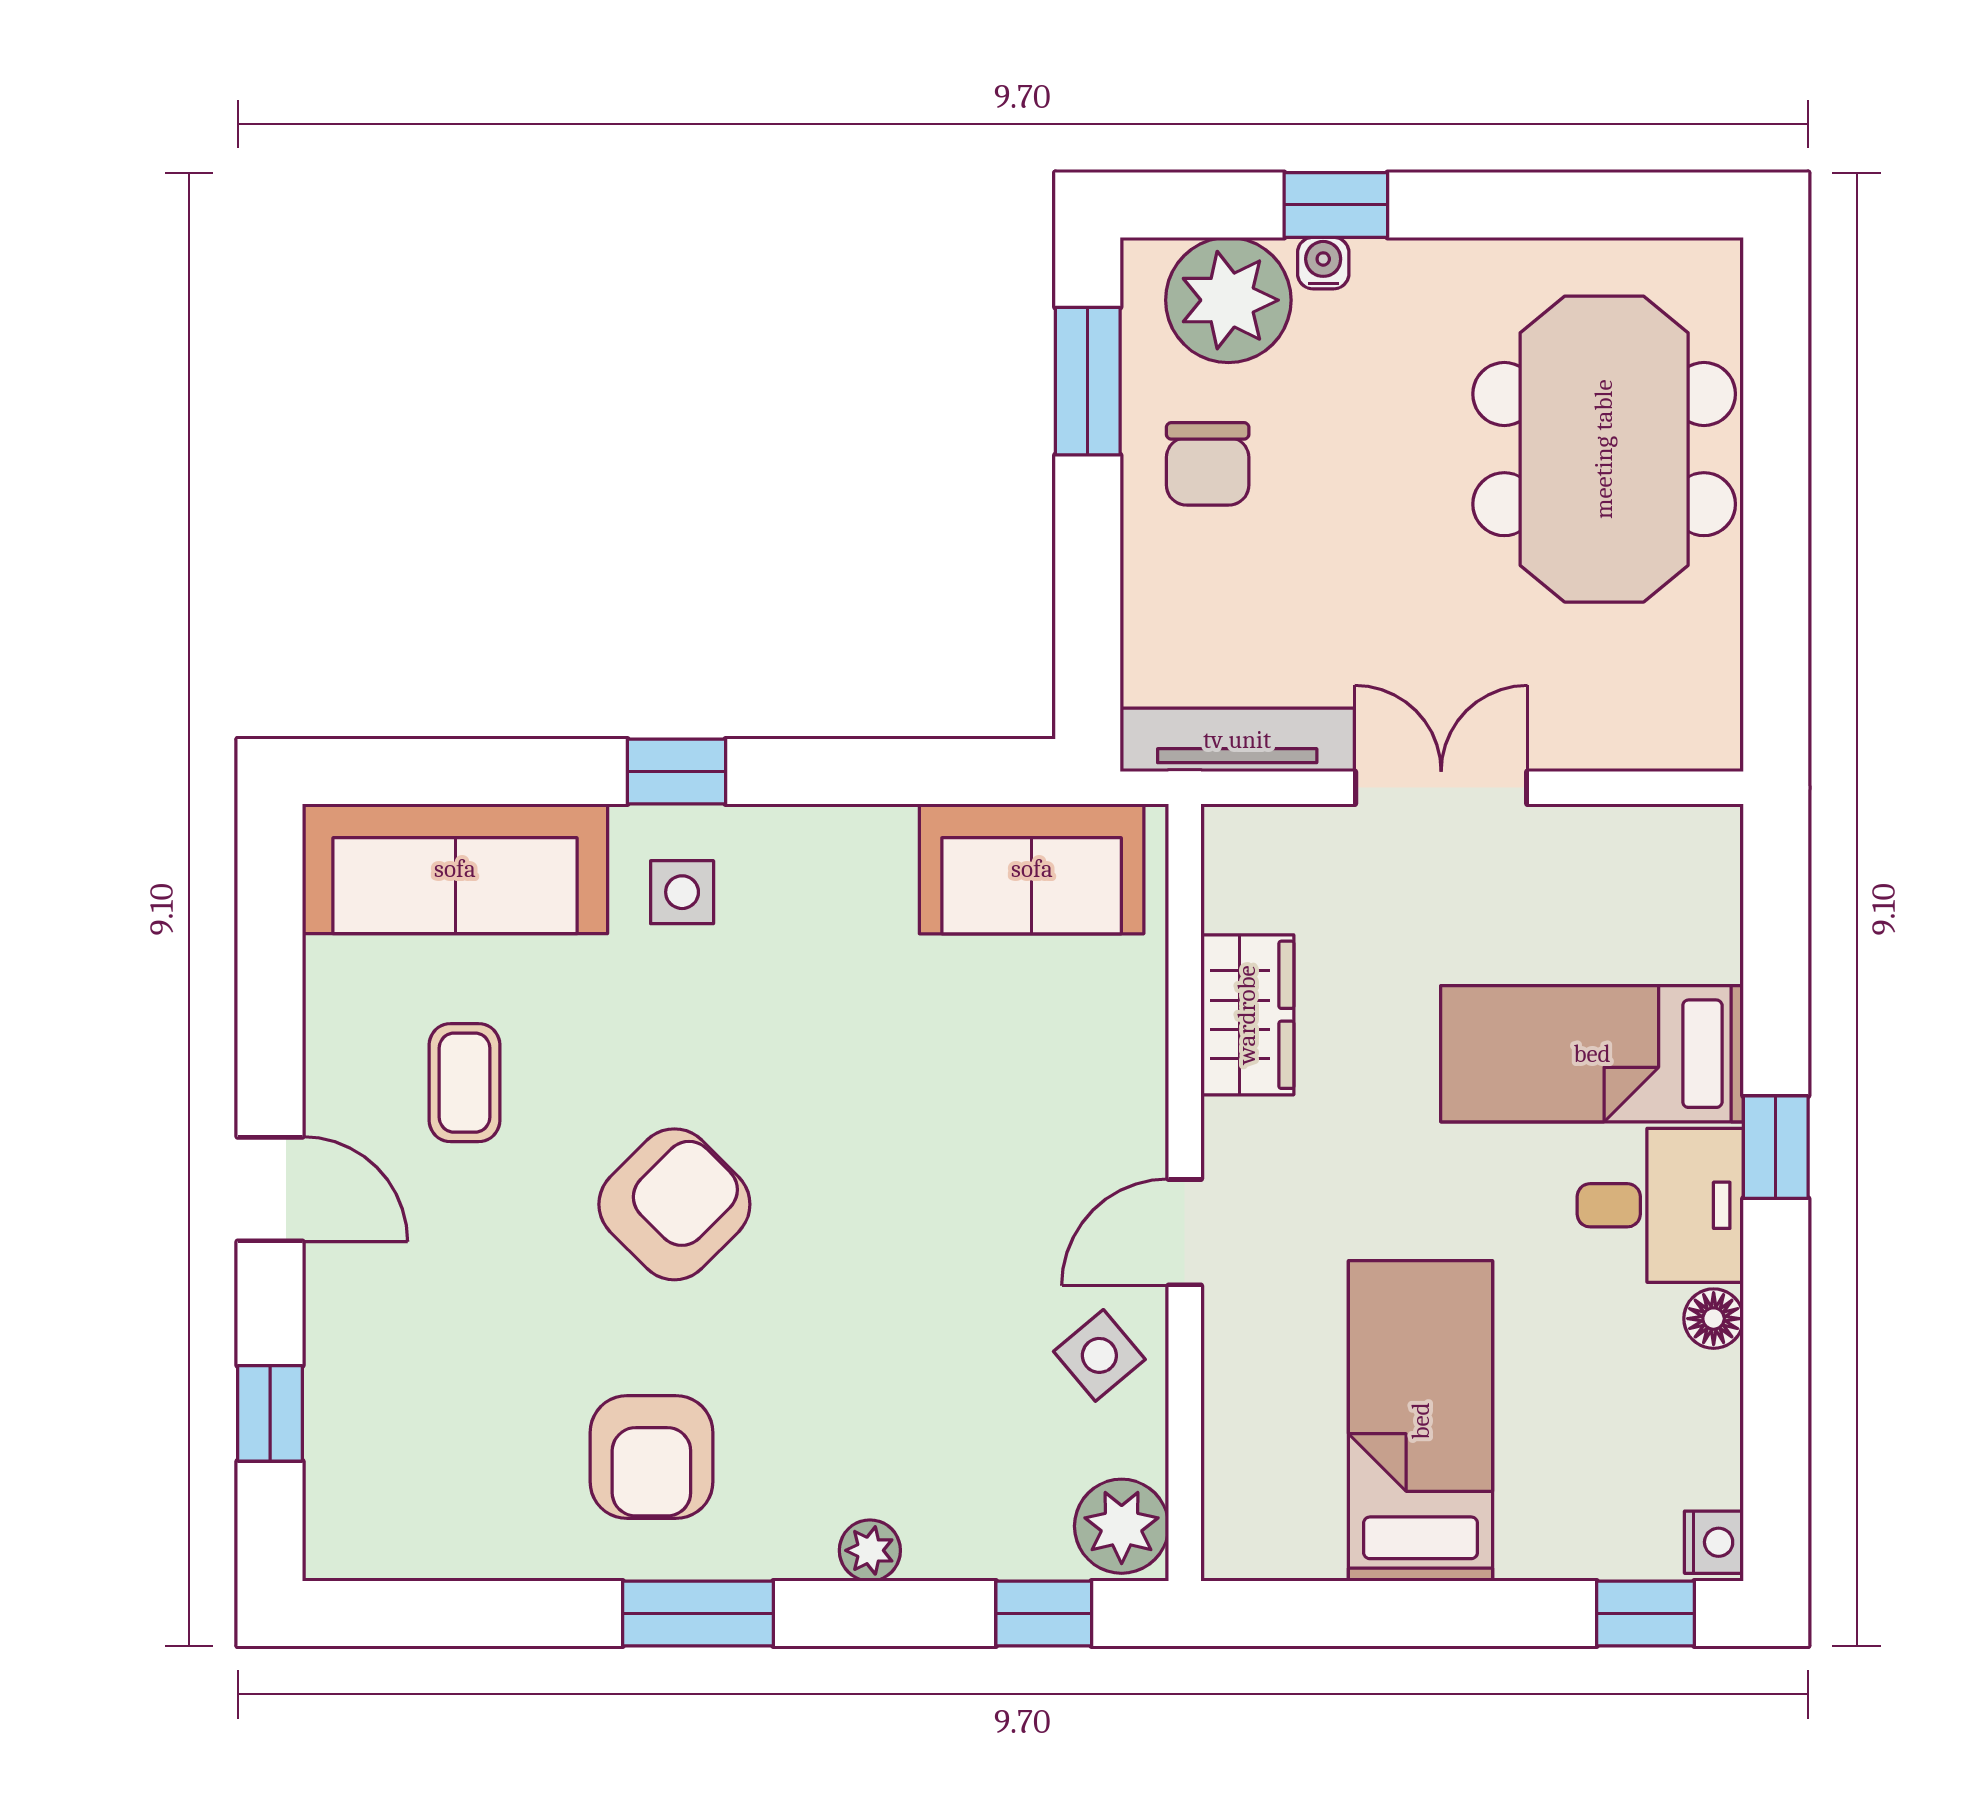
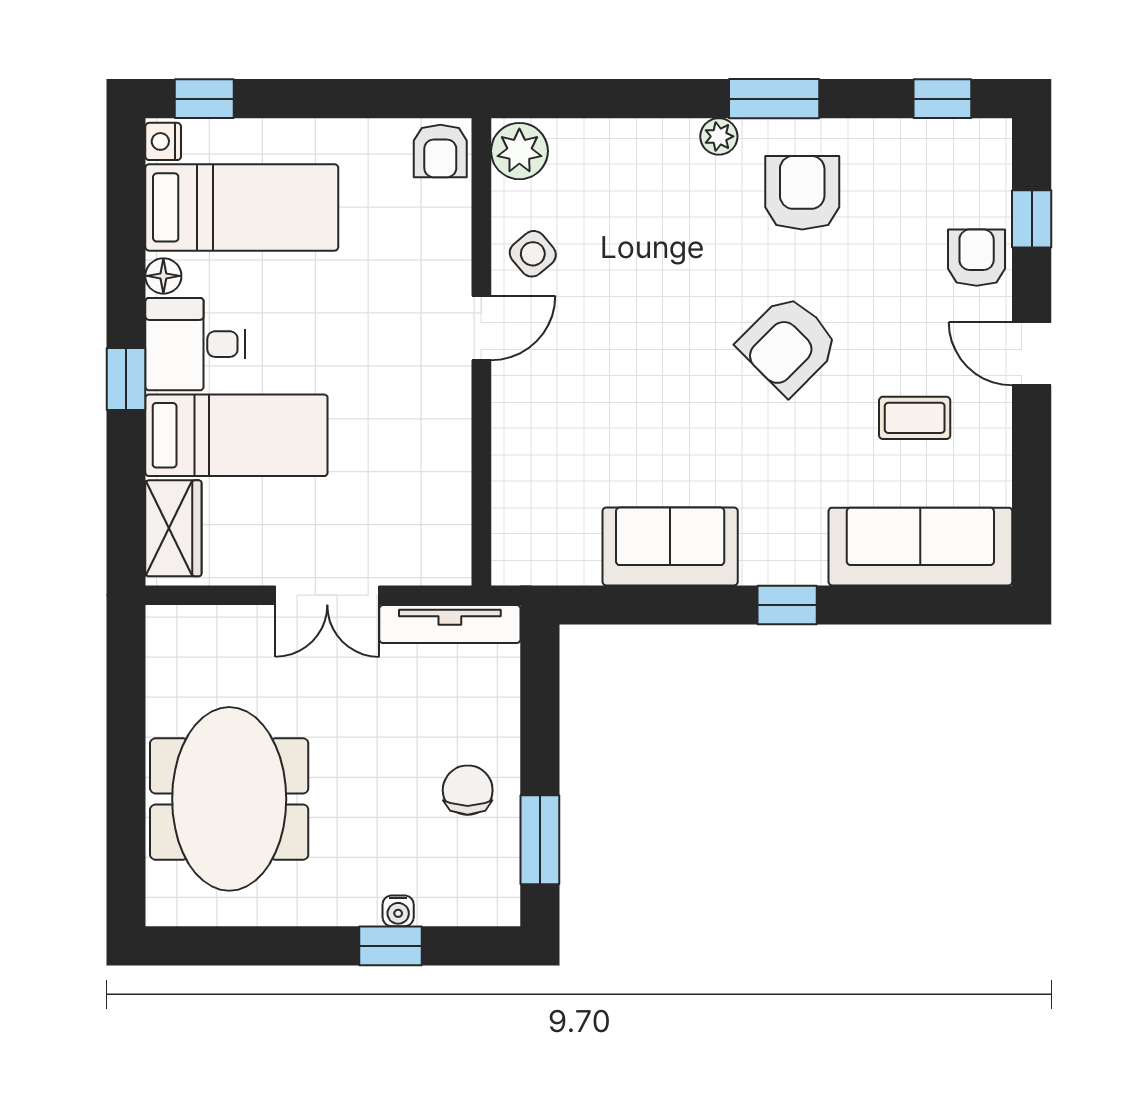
plant: (1228, 300) -> (455, 889), removed
sofa: (1032, 869) -> (670, 546), moved
side table: (682, 892) -> (784, 532), removed
wardrobe: (1247, 1015) -> (173, 528), moved, turned 180
coffee table: (465, 1083) -> (915, 418), turned 90
armchair: (362, 1349) -> (977, 258), added
bed: (1421, 1421) -> (242, 207), moved, turned -90
armchair: (1253, 1526) -> (440, 151), added
plant: (870, 1550) -> (719, 136), moved
window: (1044, 1613) -> (942, 99), moved

